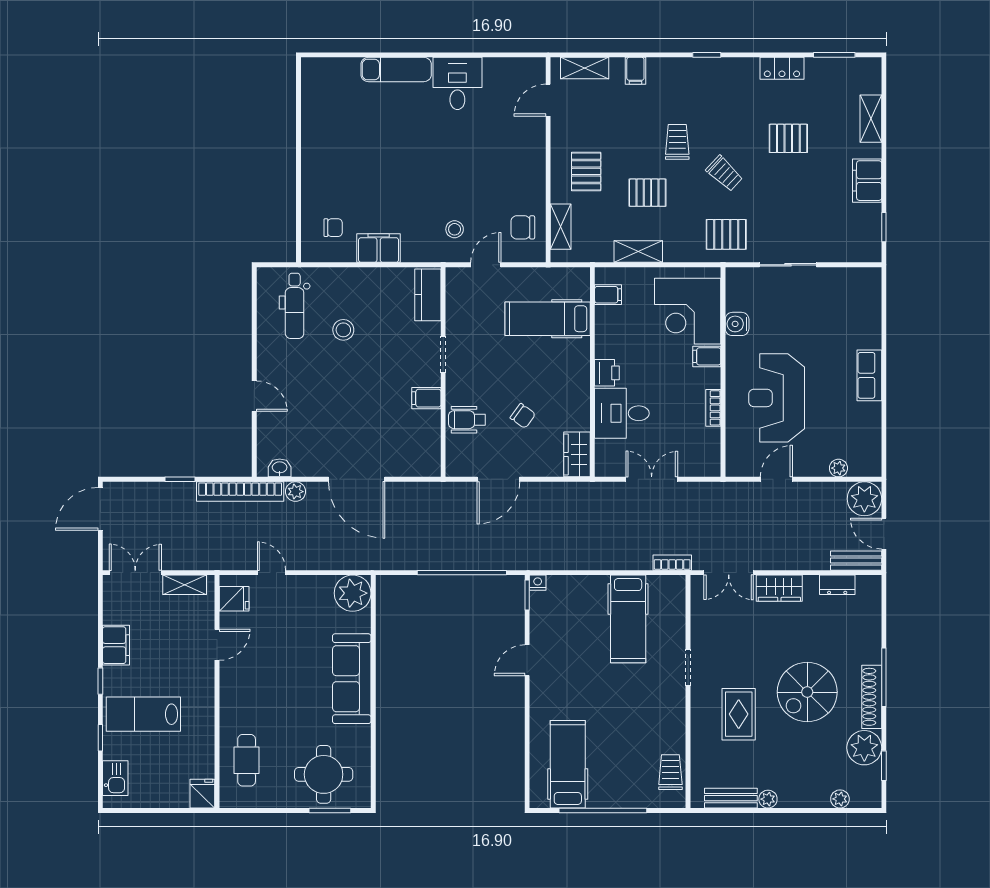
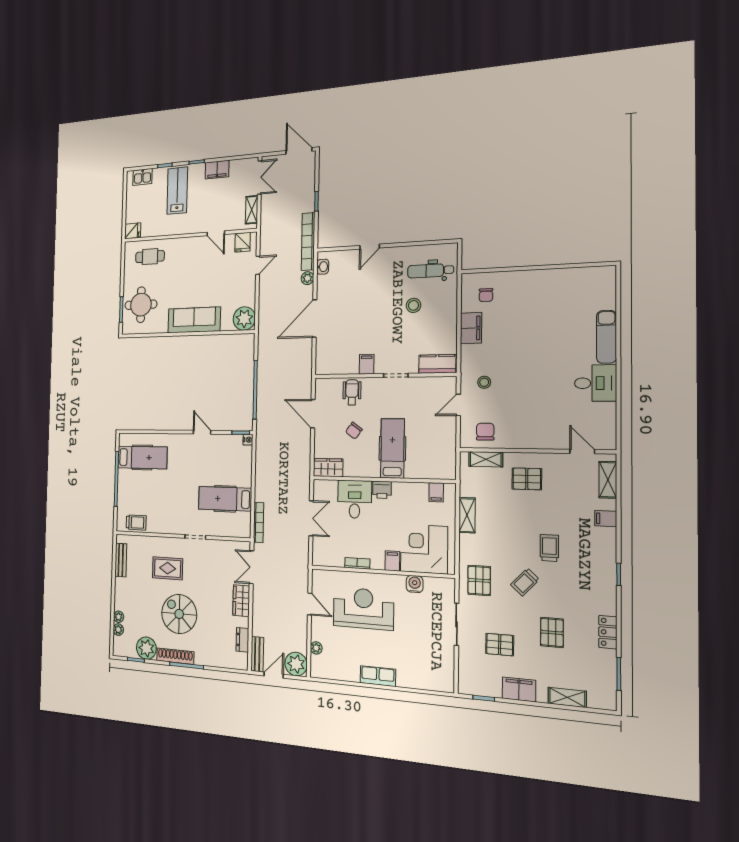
trolley: (677, 142) -> (549, 548), turned -90
pallet: (647, 193) -> (500, 645), moved, turned 90
door: (486, 265) -> (458, 405), swing flipped
hospital bed: (548, 319) -> (392, 448), moved
bookcase: (672, 563) -> (259, 522), width x1.56
plant: (768, 799) -> (119, 617), moved

